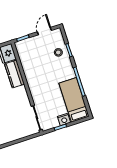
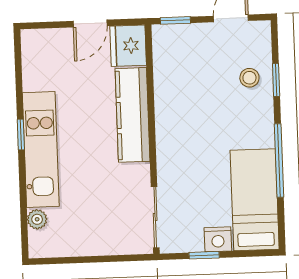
kitchen counter: (15, 74) -> (133, 115), width x1.50

